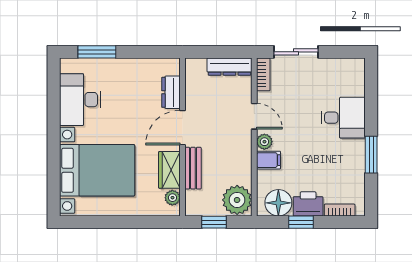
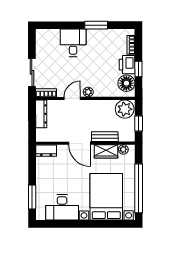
dresser: (171, 92) -> (46, 151), moved
filing cabinet: (269, 160) -> (100, 89), removed
window: (110, 222) -> (139, 188), added

